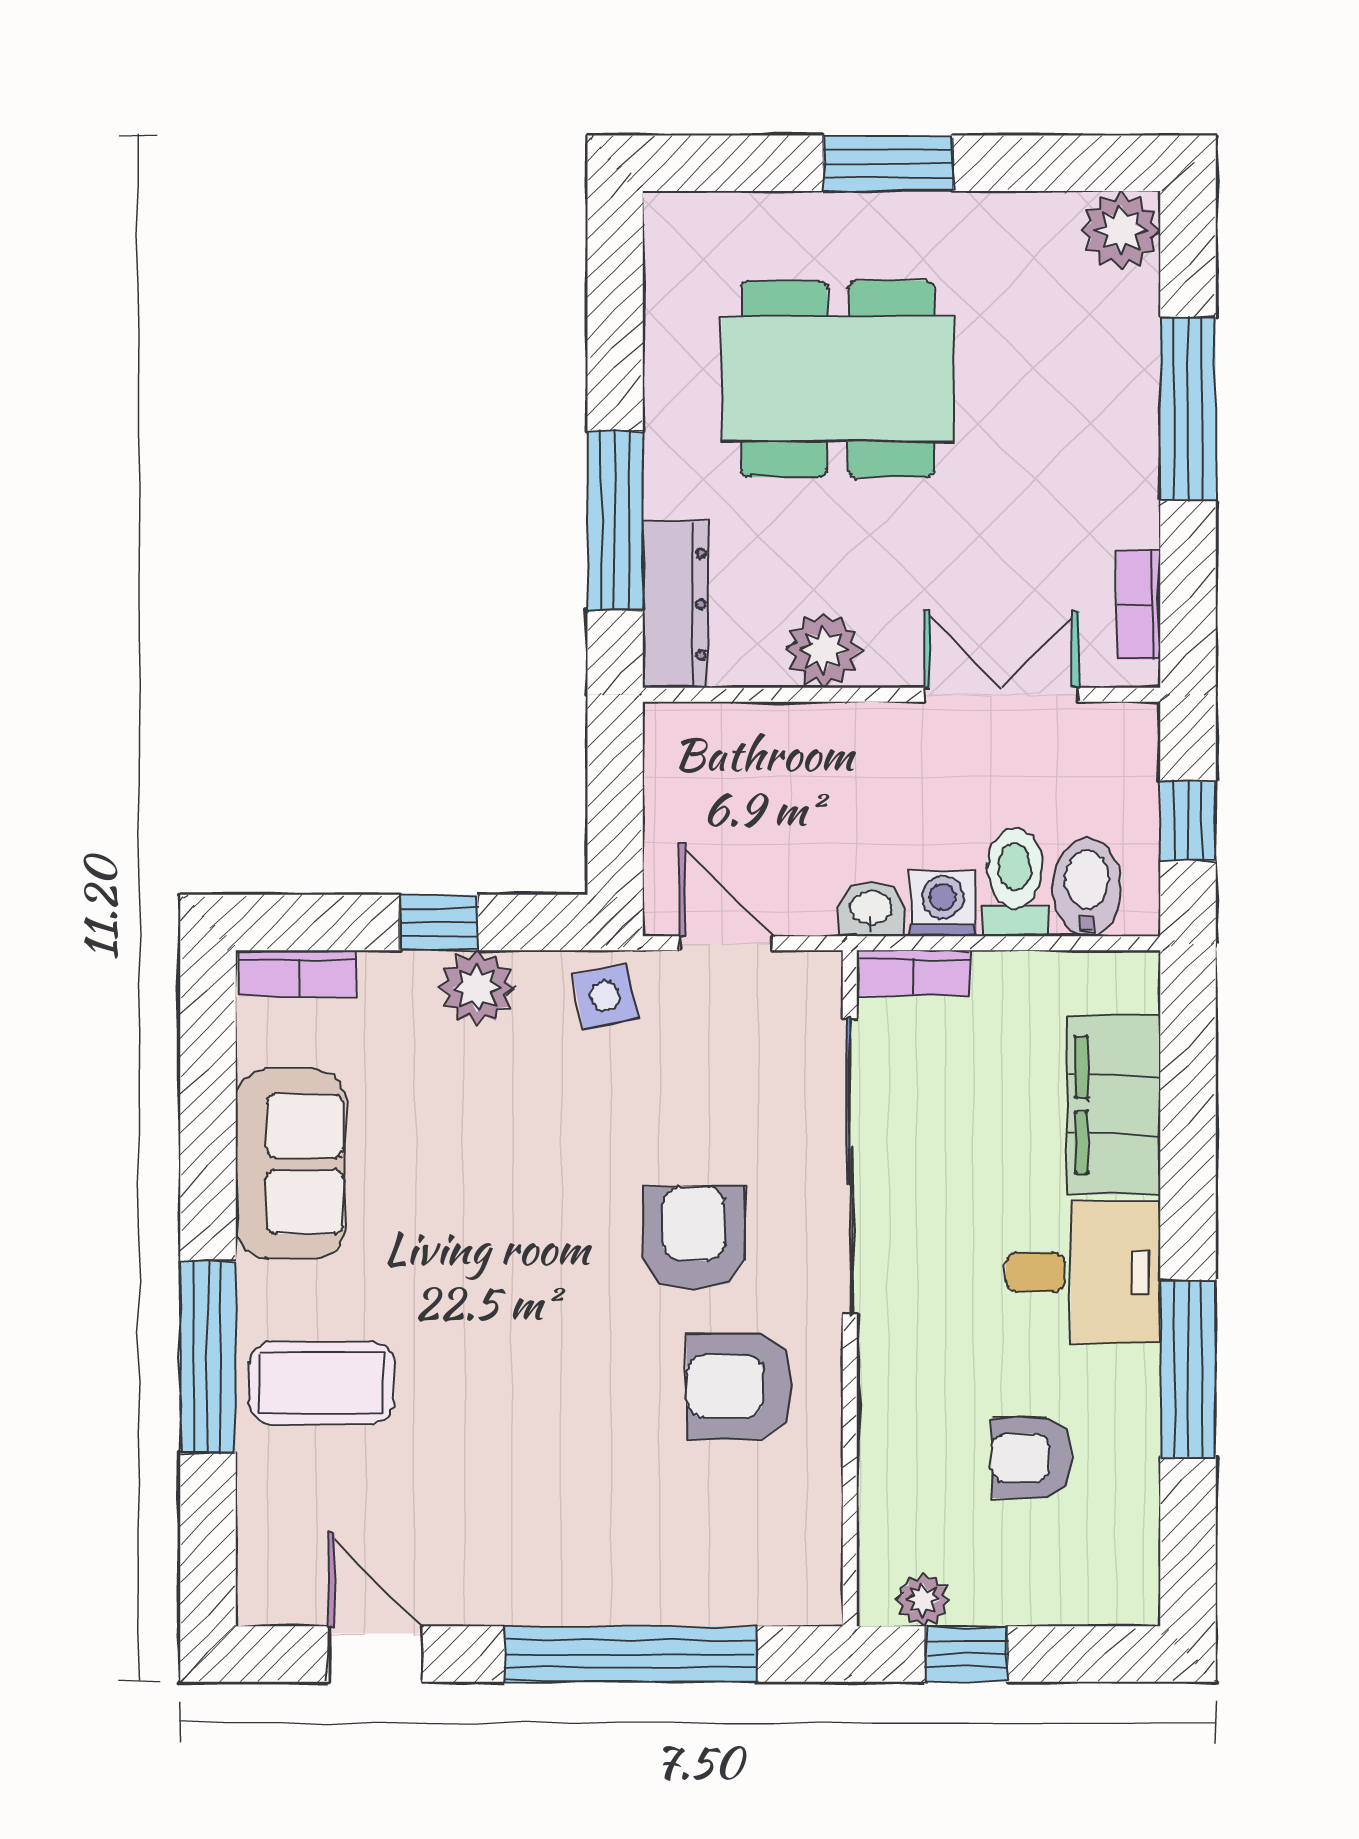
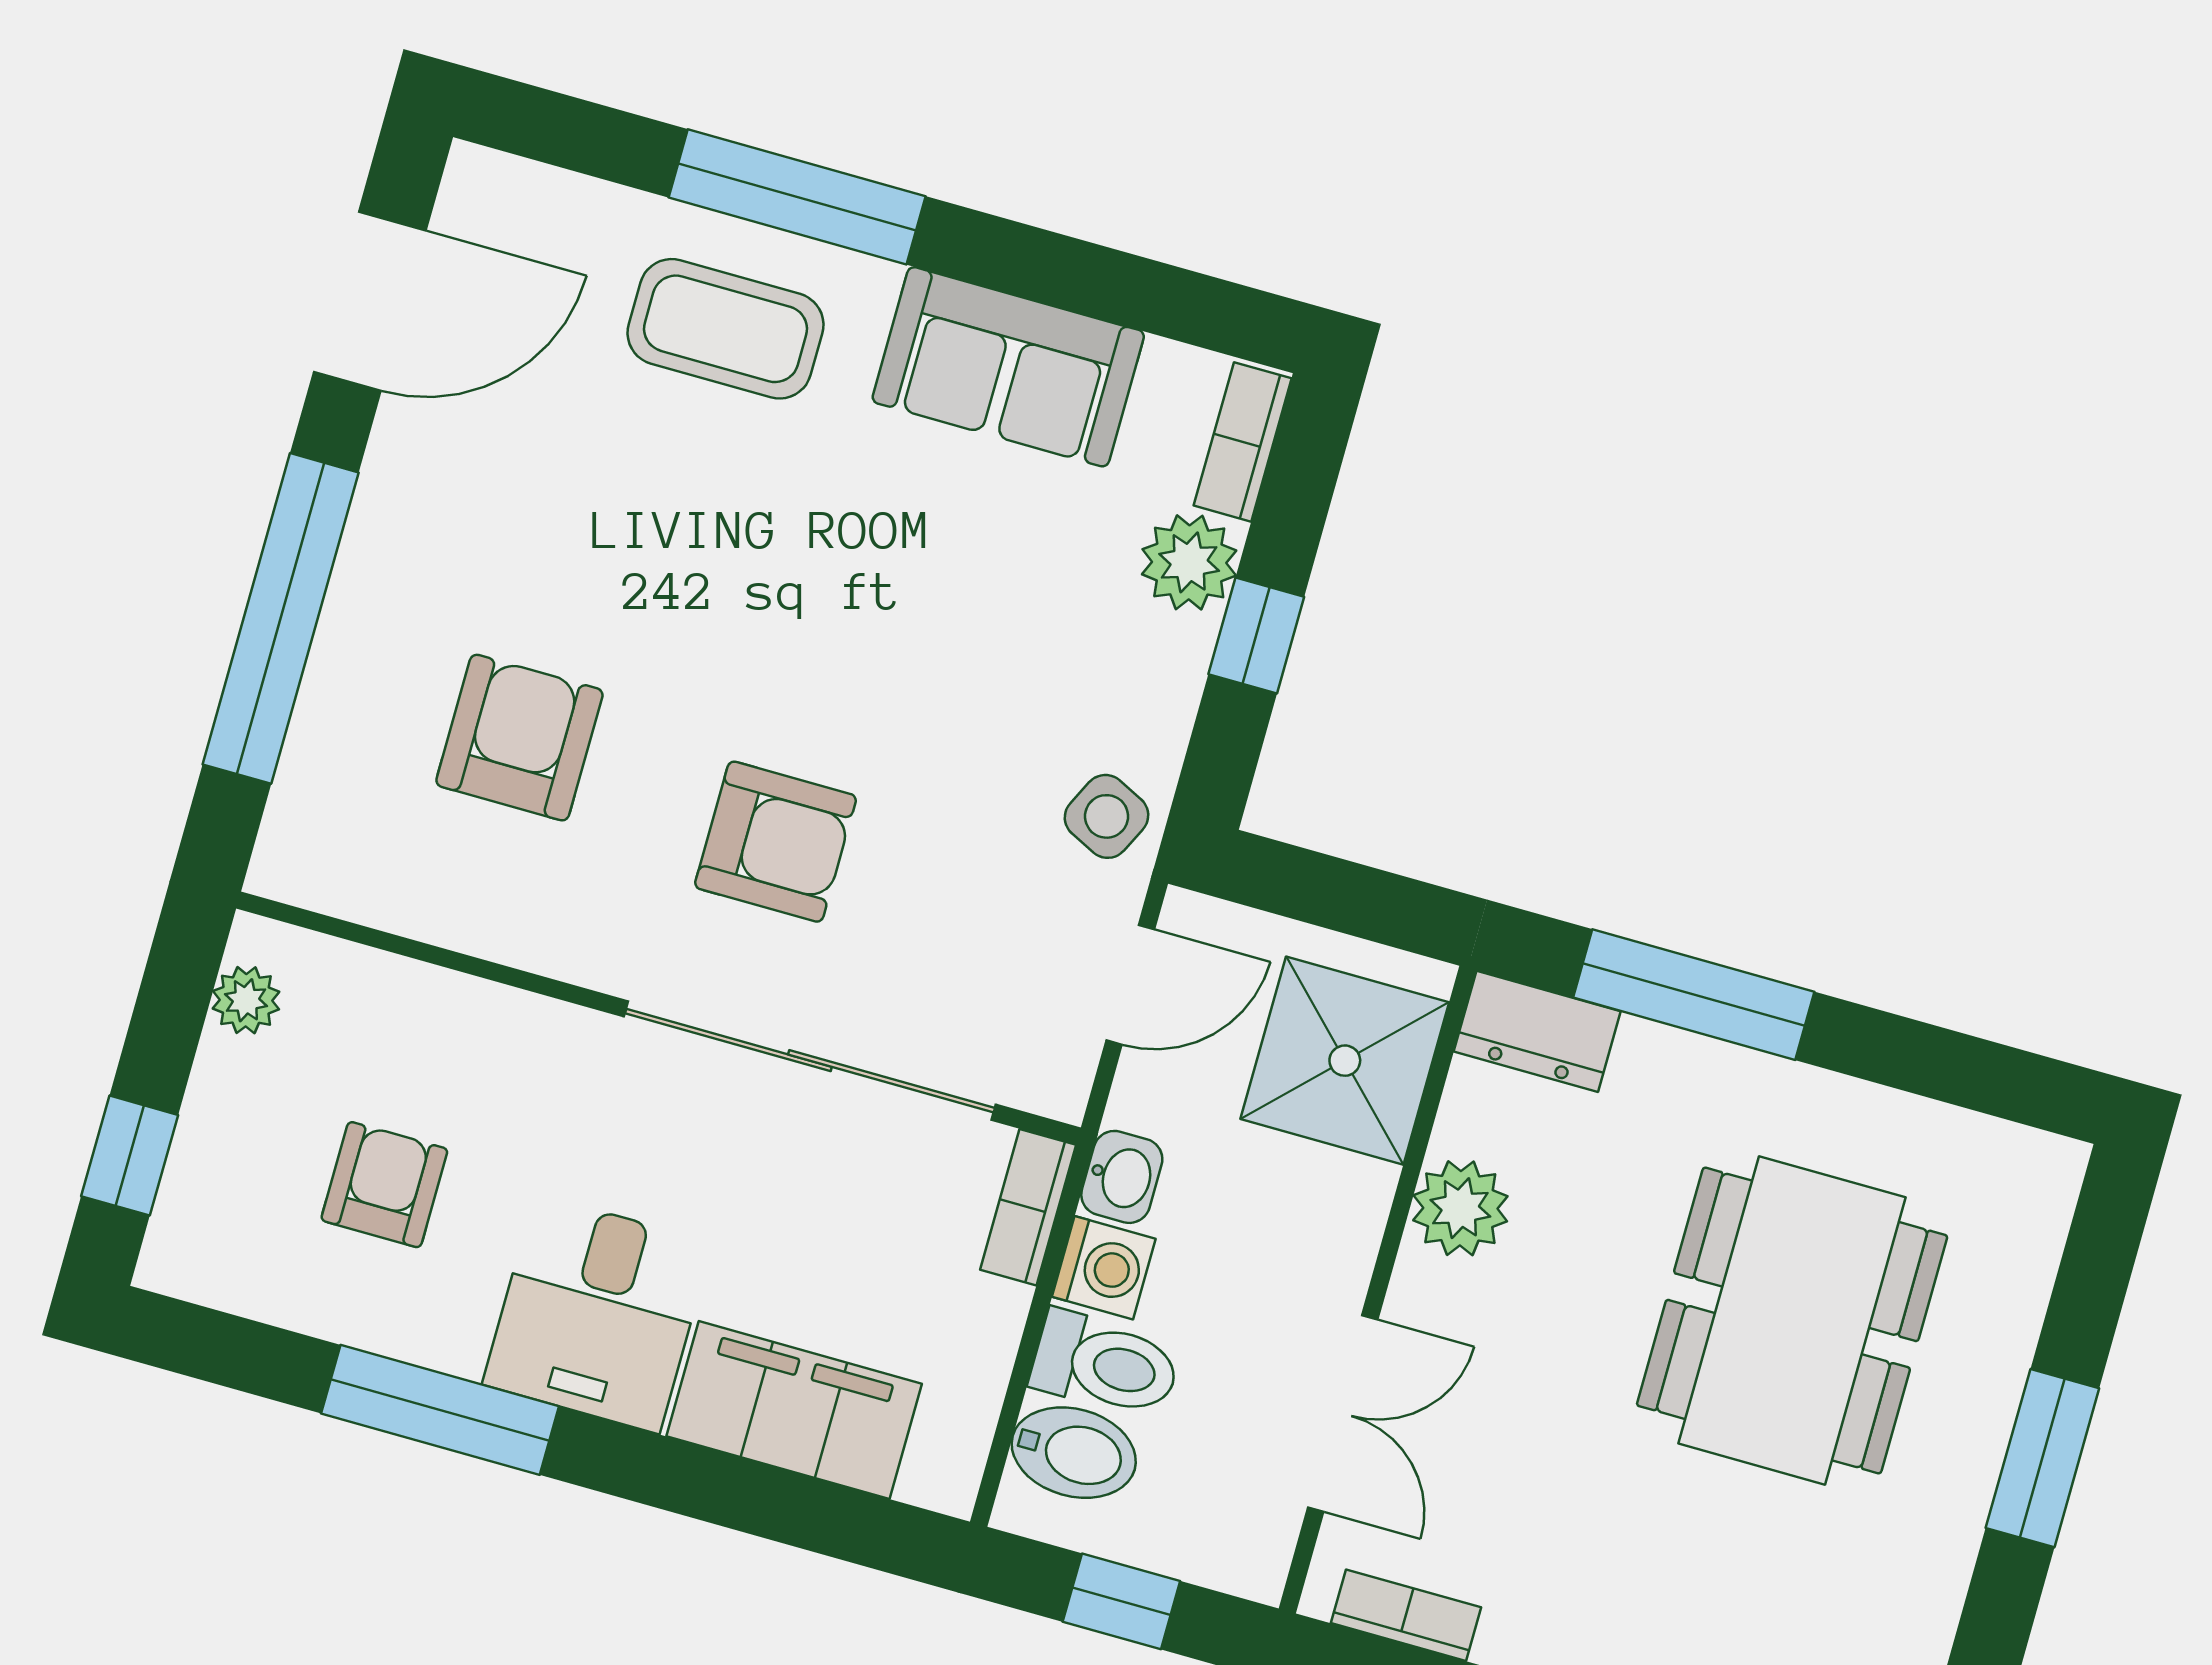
dresser: (675, 604) -> (1537, 1031), width x0.70
shower: (738, 767) -> (1345, 1061), added
plant: (477, 988) -> (1189, 562), moved
side table: (605, 996) -> (1107, 816), turned 37
coffee table: (321, 1383) -> (726, 329), turned 90
armchair: (740, 1386) -> (519, 738), moved
door: (375, 1654) -> (370, 301), width x1.38
window: (966, 1654) -> (130, 1156), moved

